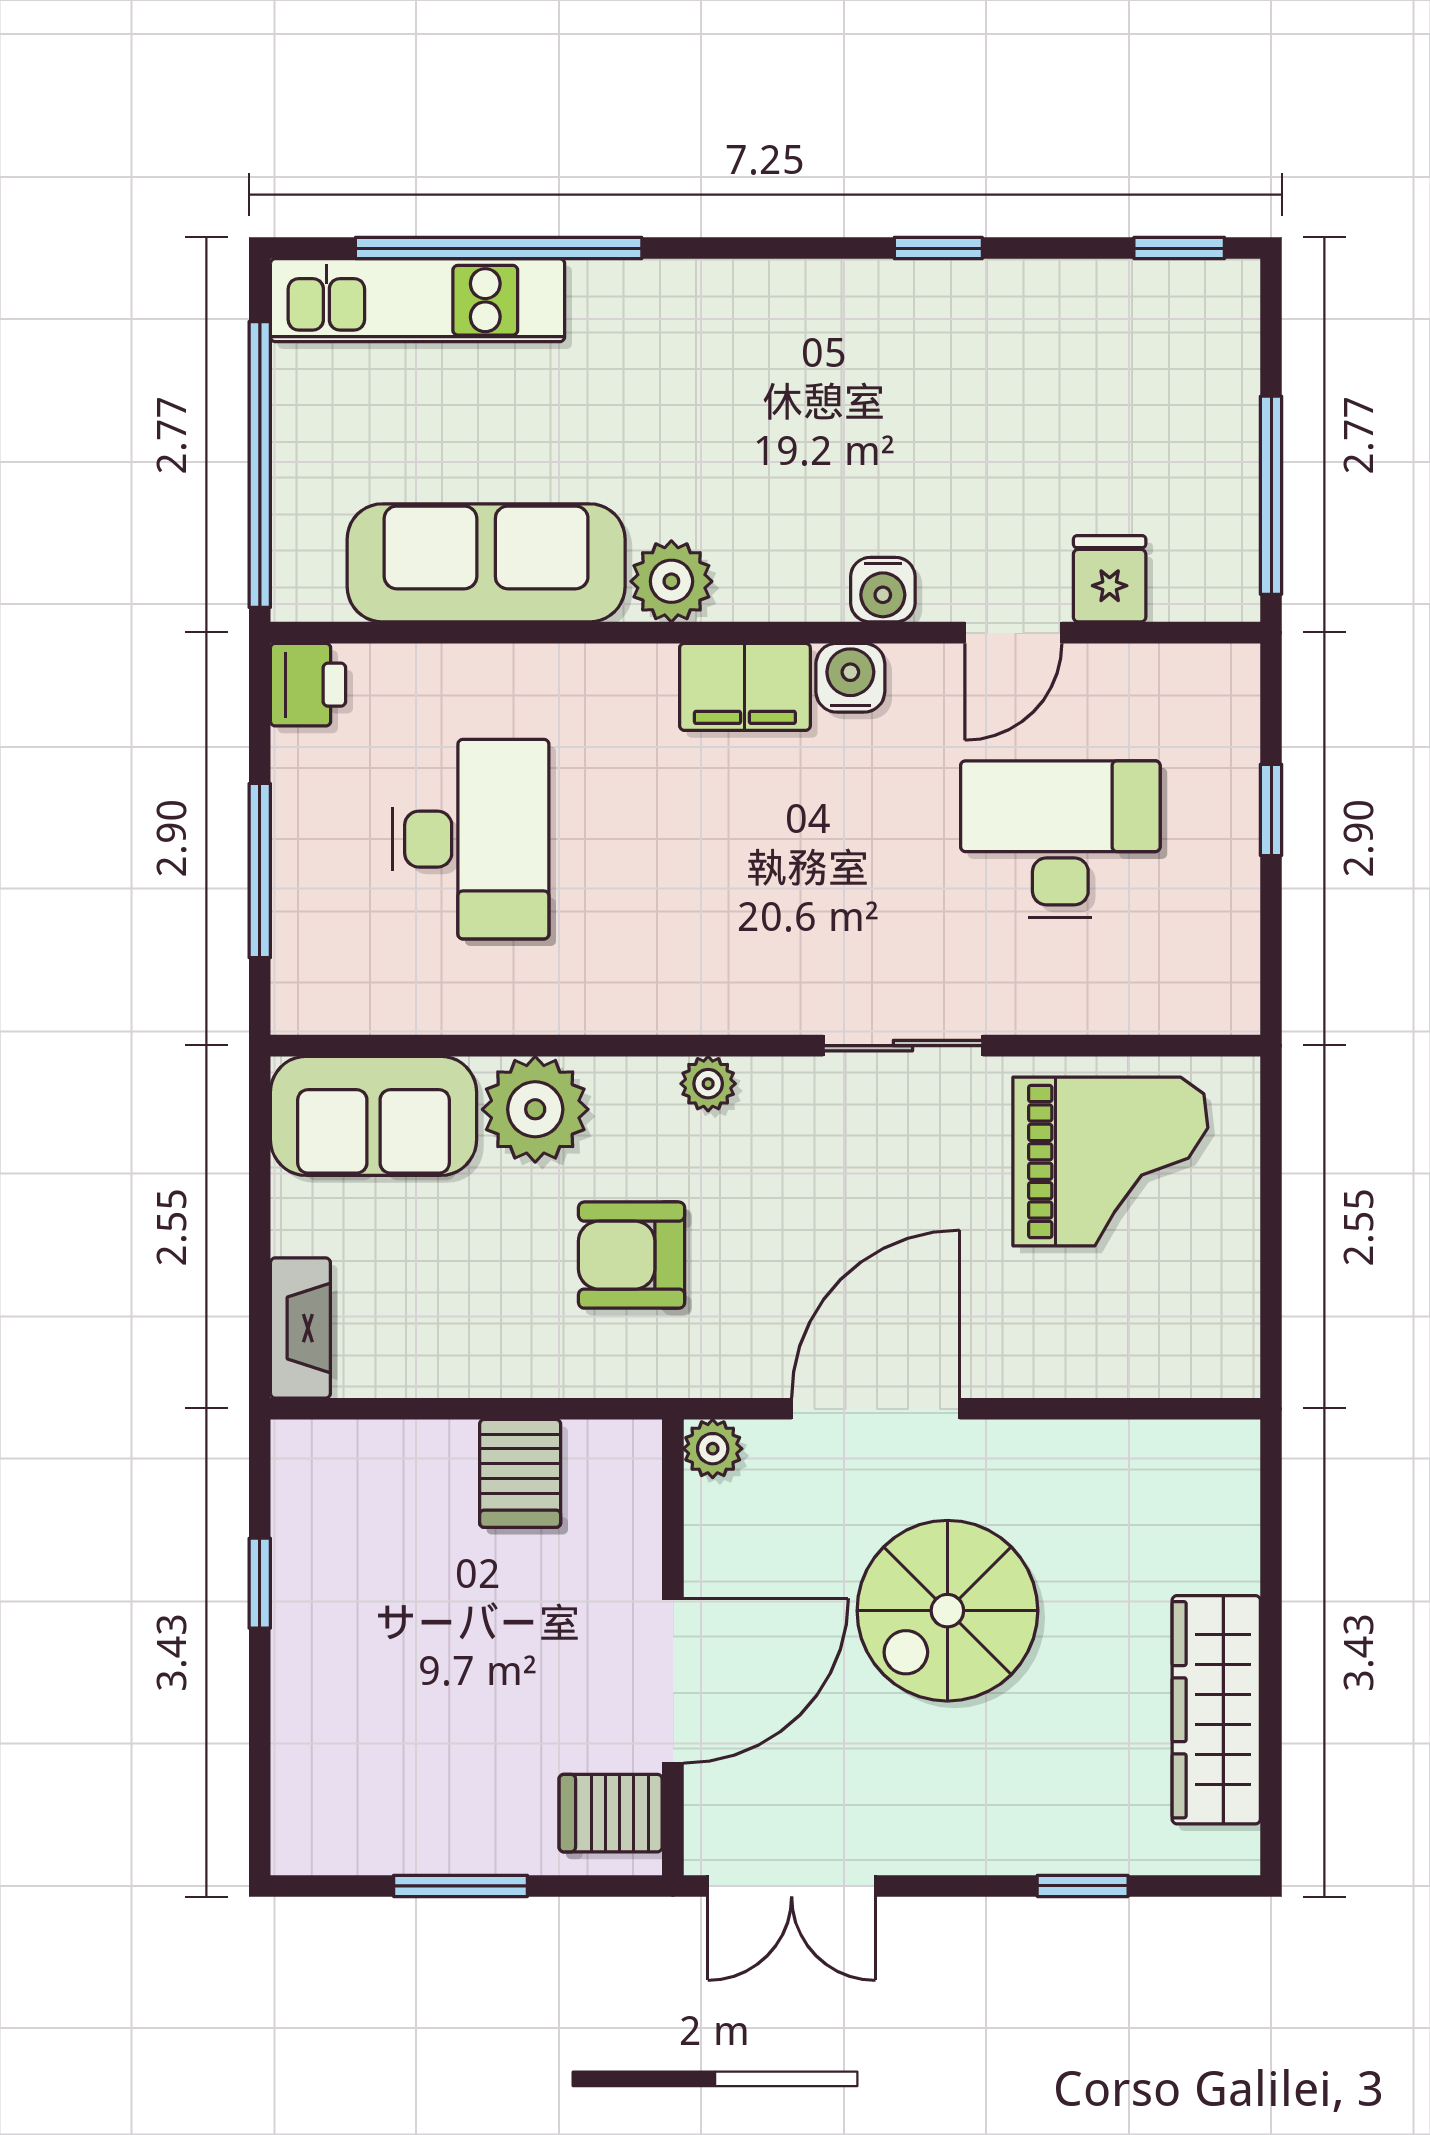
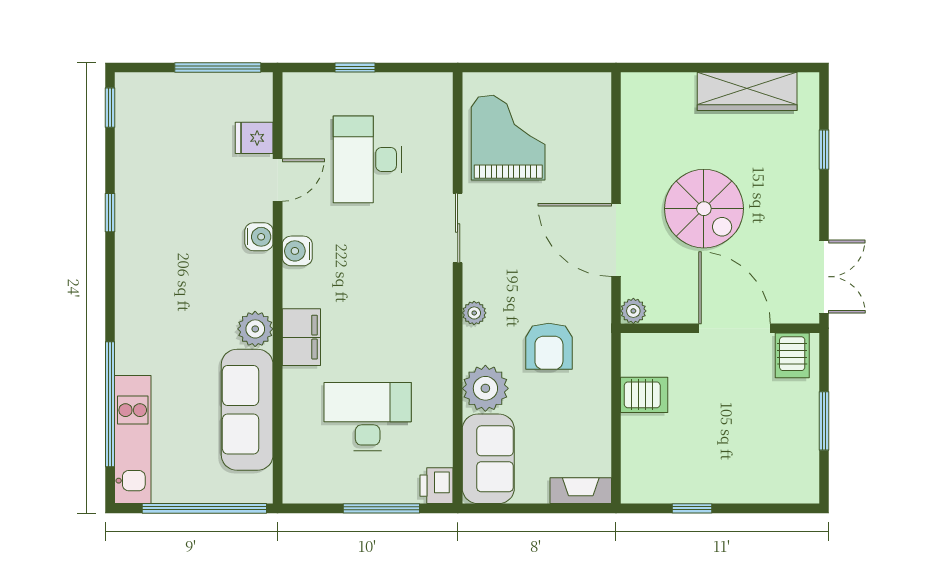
door: (1013, 633) -> (278, 180), hinge flipped
printer: (308, 685) -> (437, 486), moved, turned -90
filing cabinet: (745, 687) -> (301, 337), moved

